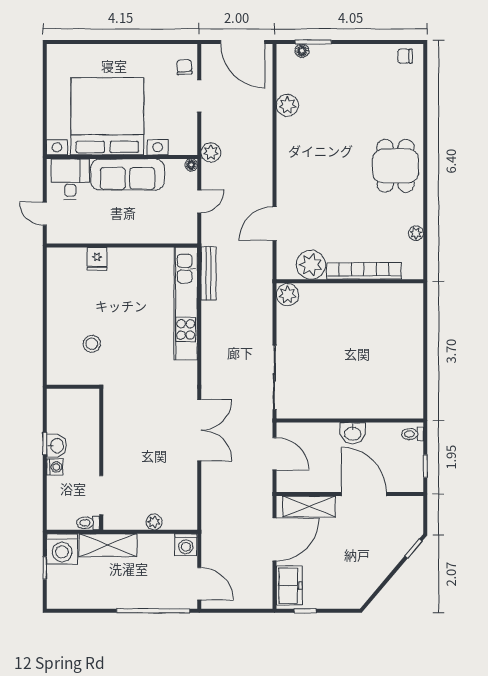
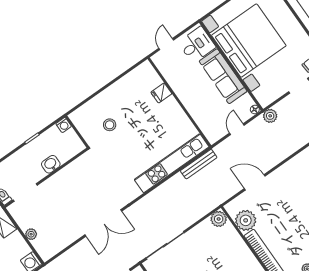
door: (199, 201) -> (237, 129), swing flipped
washbasin: (57, 446) -> (51, 164), moved, turned 180
washing machine: (55, 467) -> (64, 125), moved

